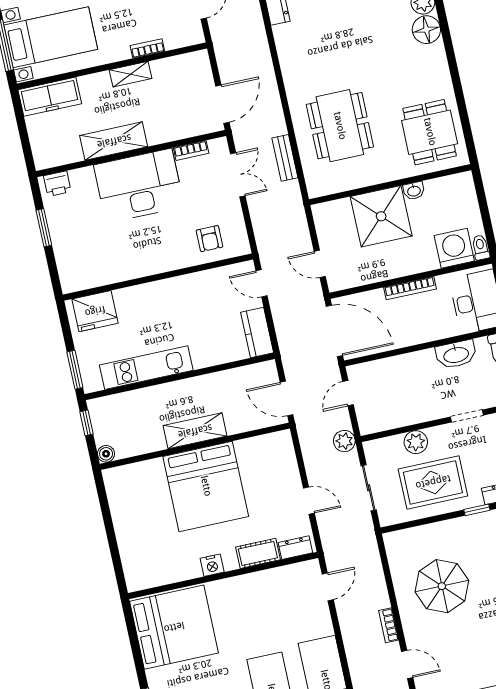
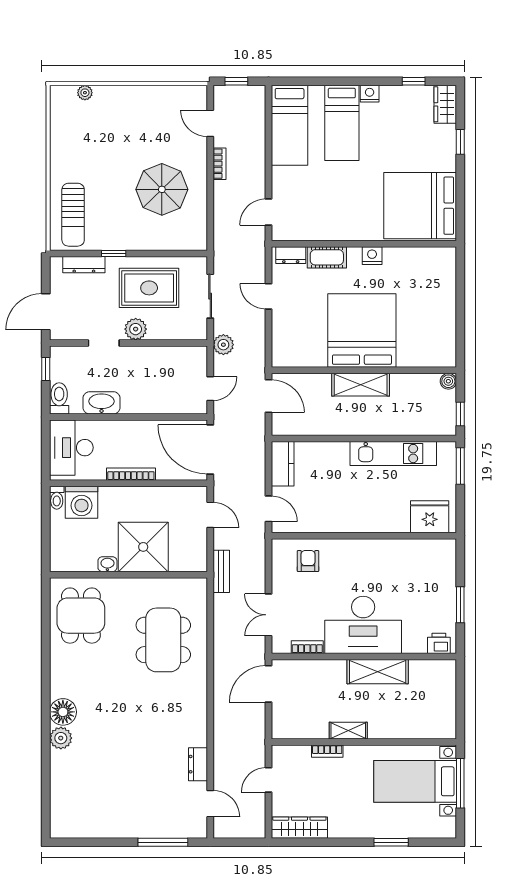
freezer: (50, 97) -> (428, 726), removed
bench: (285, 158) -> (221, 571), moved
plant: (416, 442) -> (136, 329), moved

